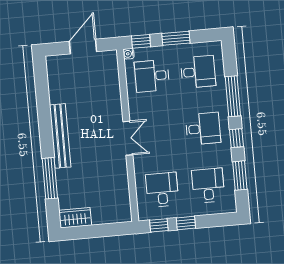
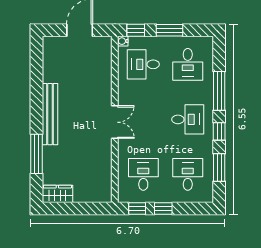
desk: (198, 72) -> (188, 64), turned 90

